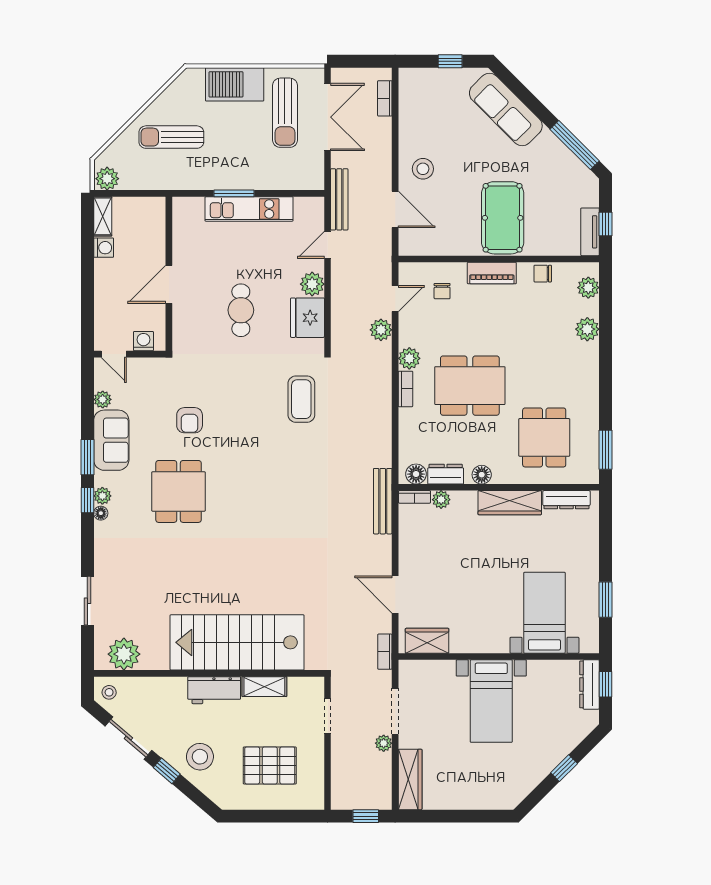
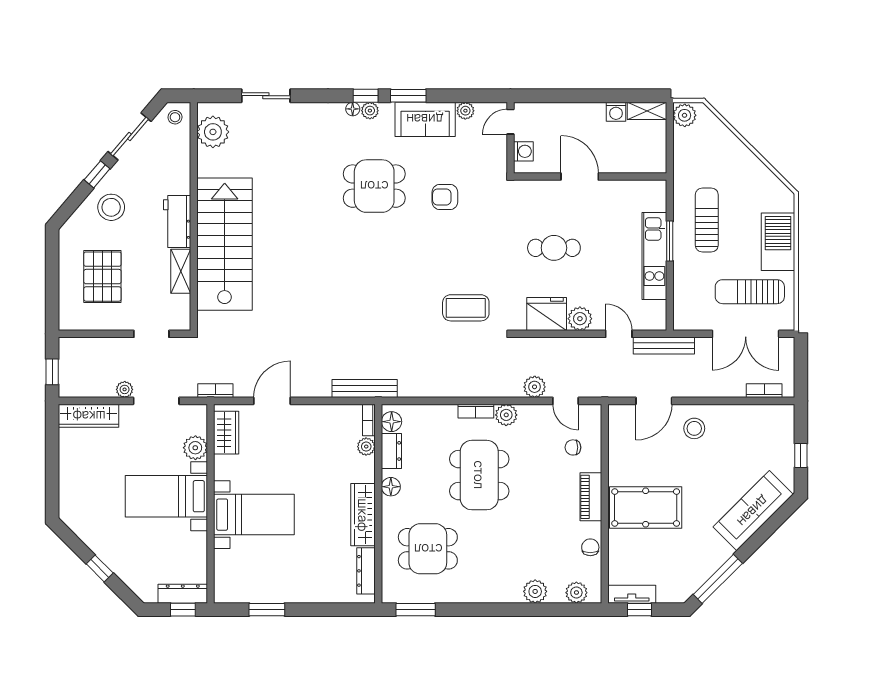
sun lounger: (171, 137) -> (707, 220), moved
bed with nightstands: (544, 613) -> (254, 515), moved
plant: (442, 672) -> (195, 448), added

